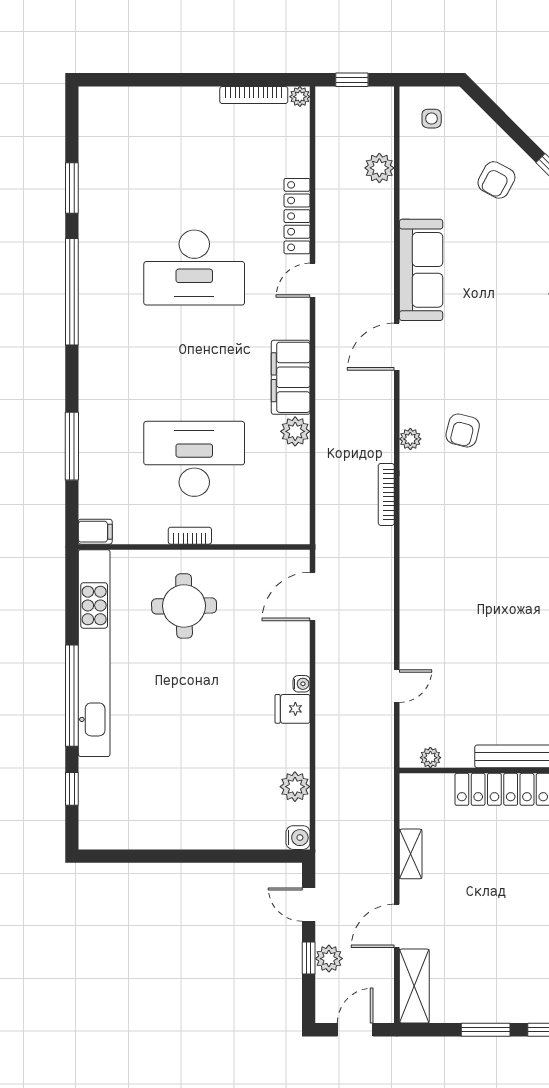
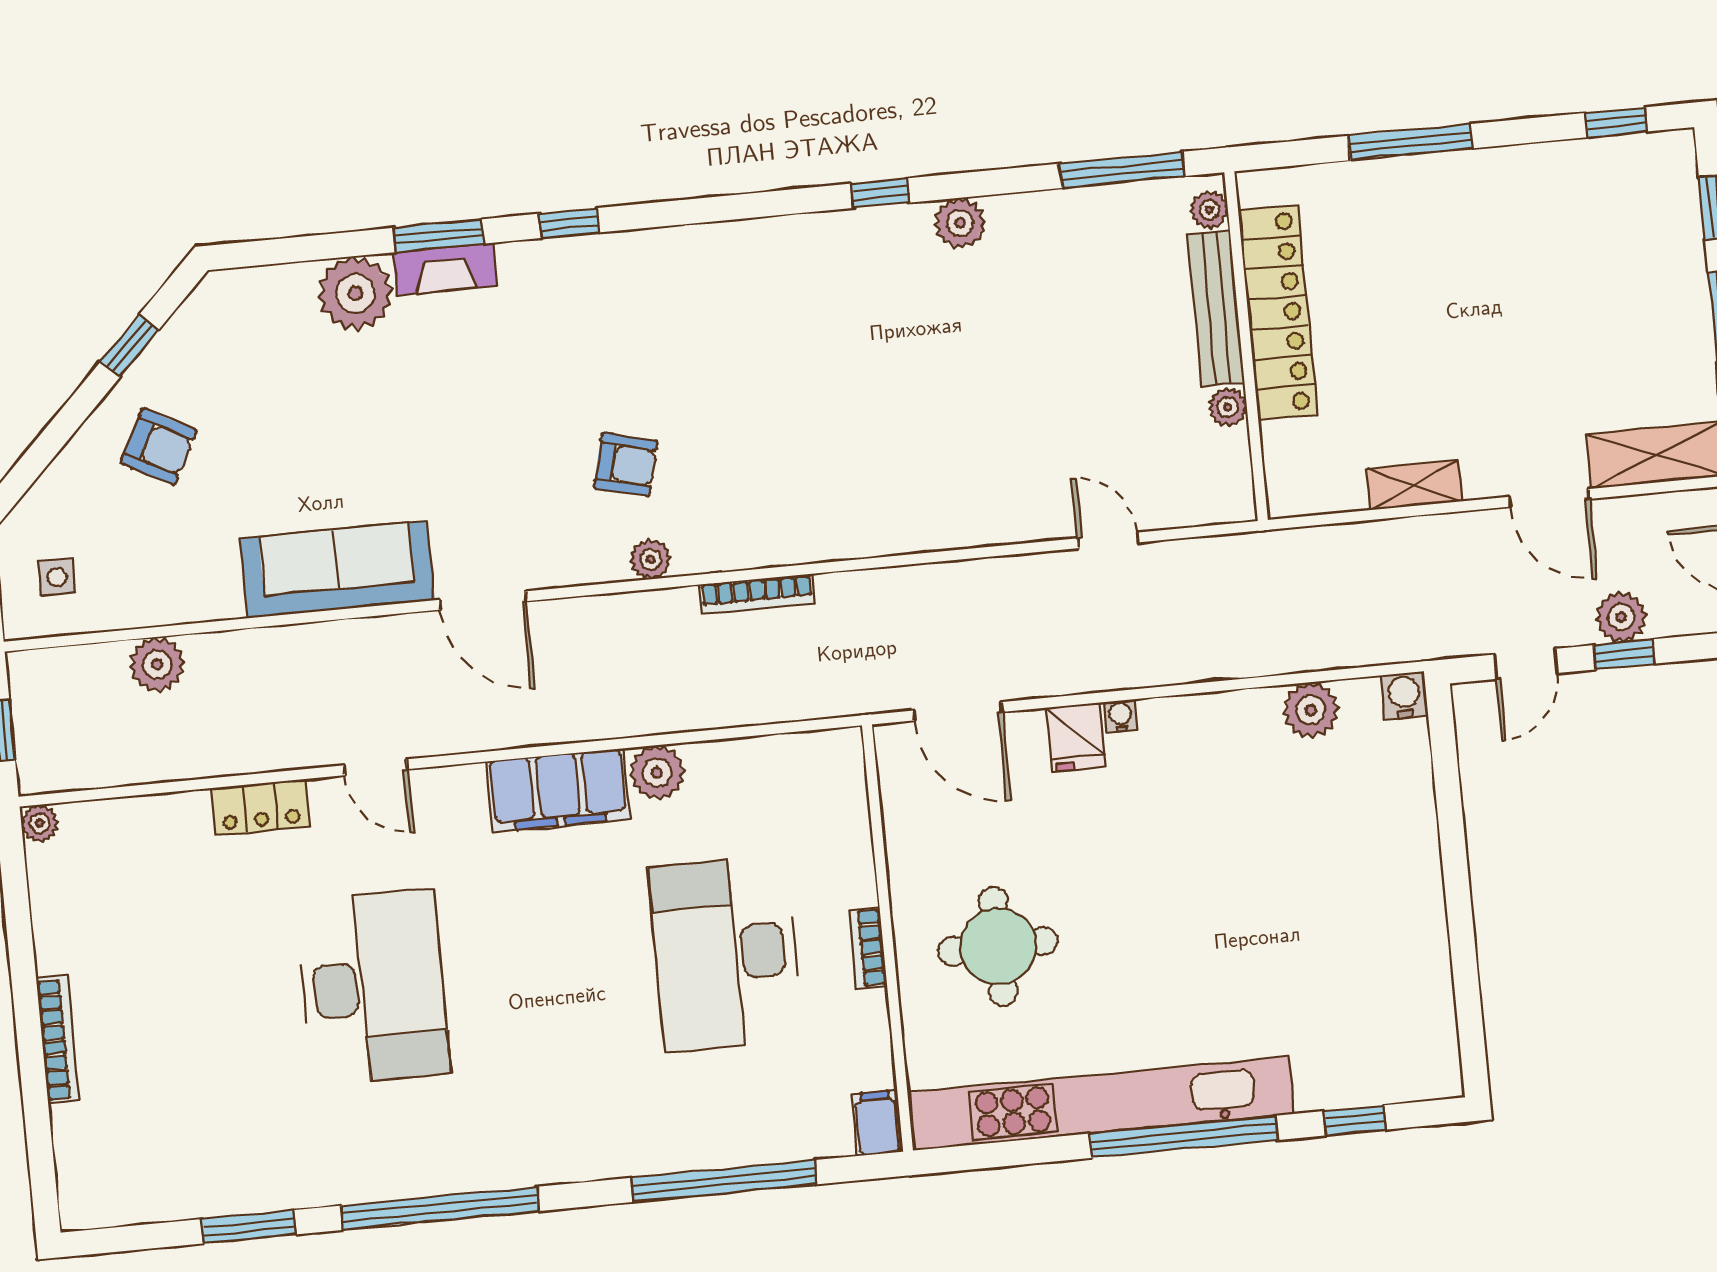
bookcase: (254, 95) -> (58, 1040), moved
locker: (297, 216) -> (260, 807), width x0.66
window: (72, 446) -> (724, 1181), width x1.46
fridge: (293, 709) -> (1076, 737), moved
plant: (430, 758) -> (1228, 407), moved

